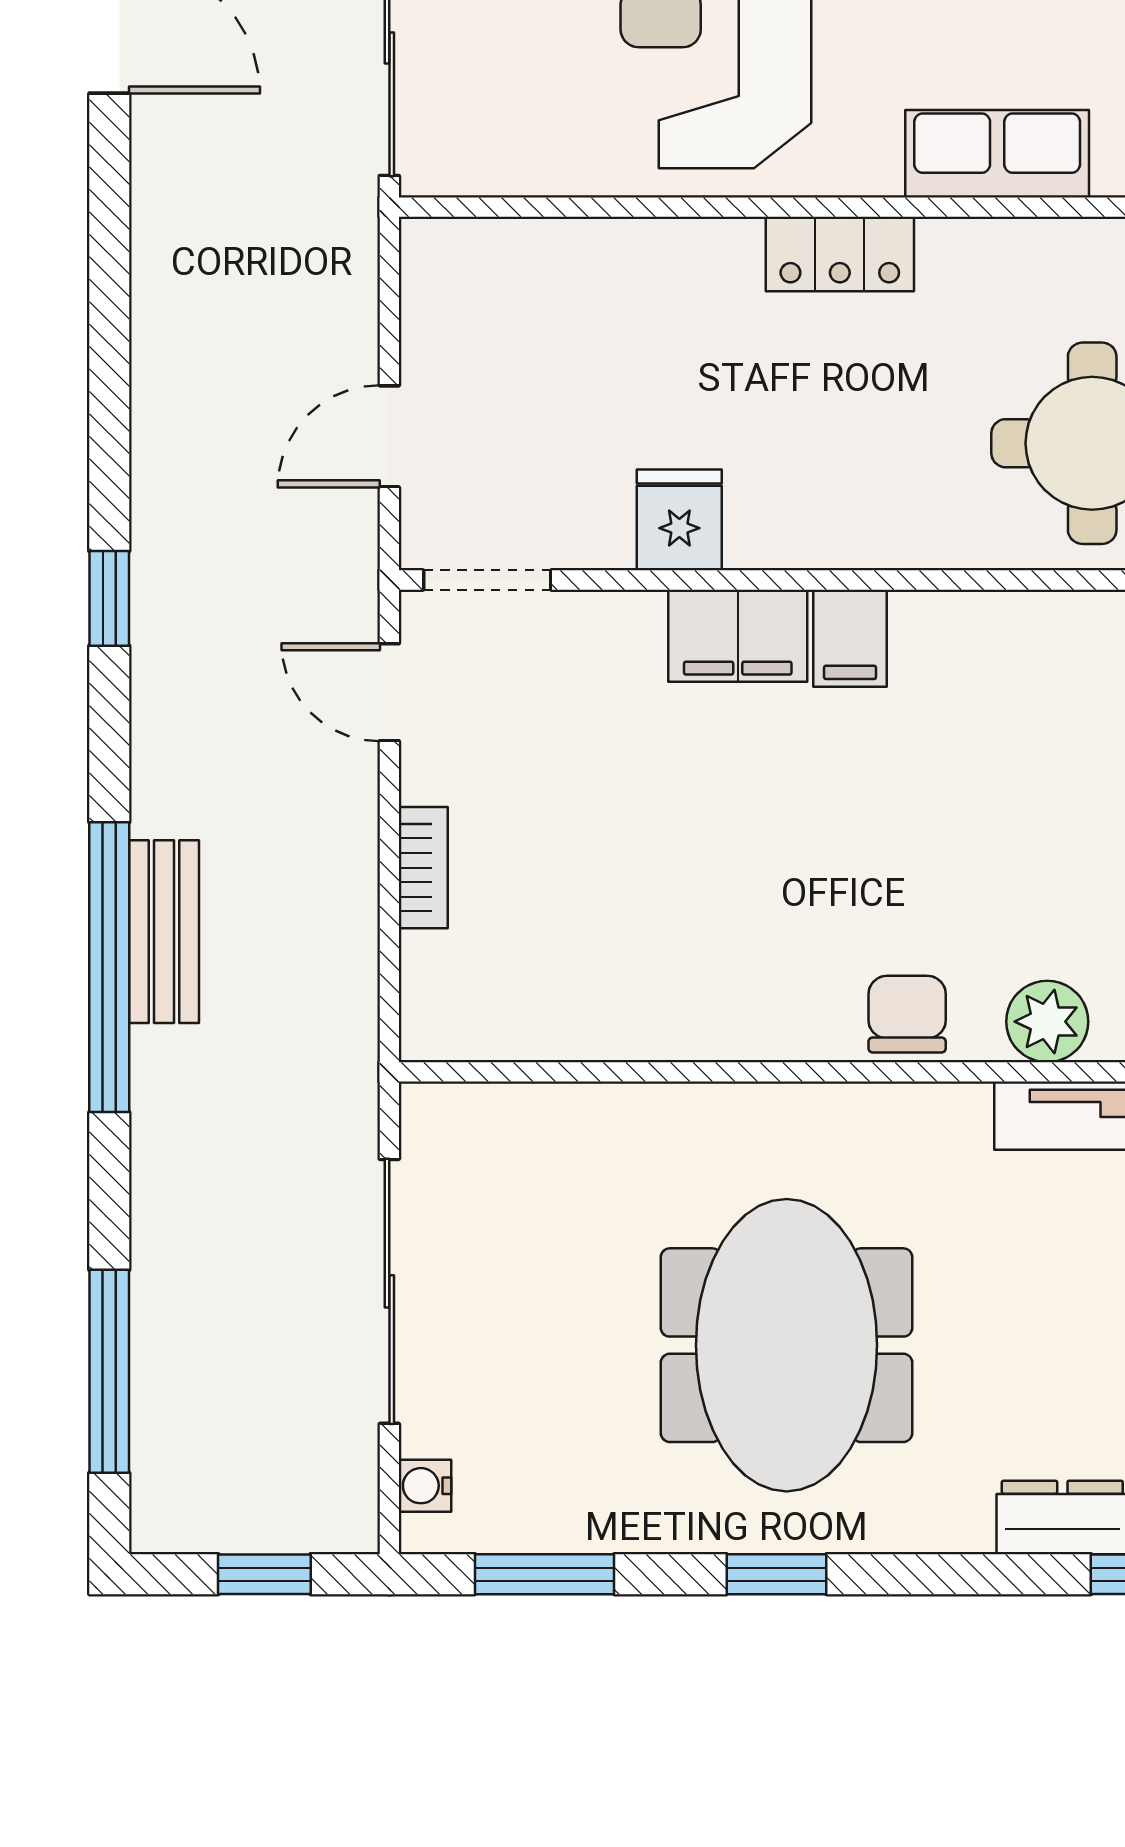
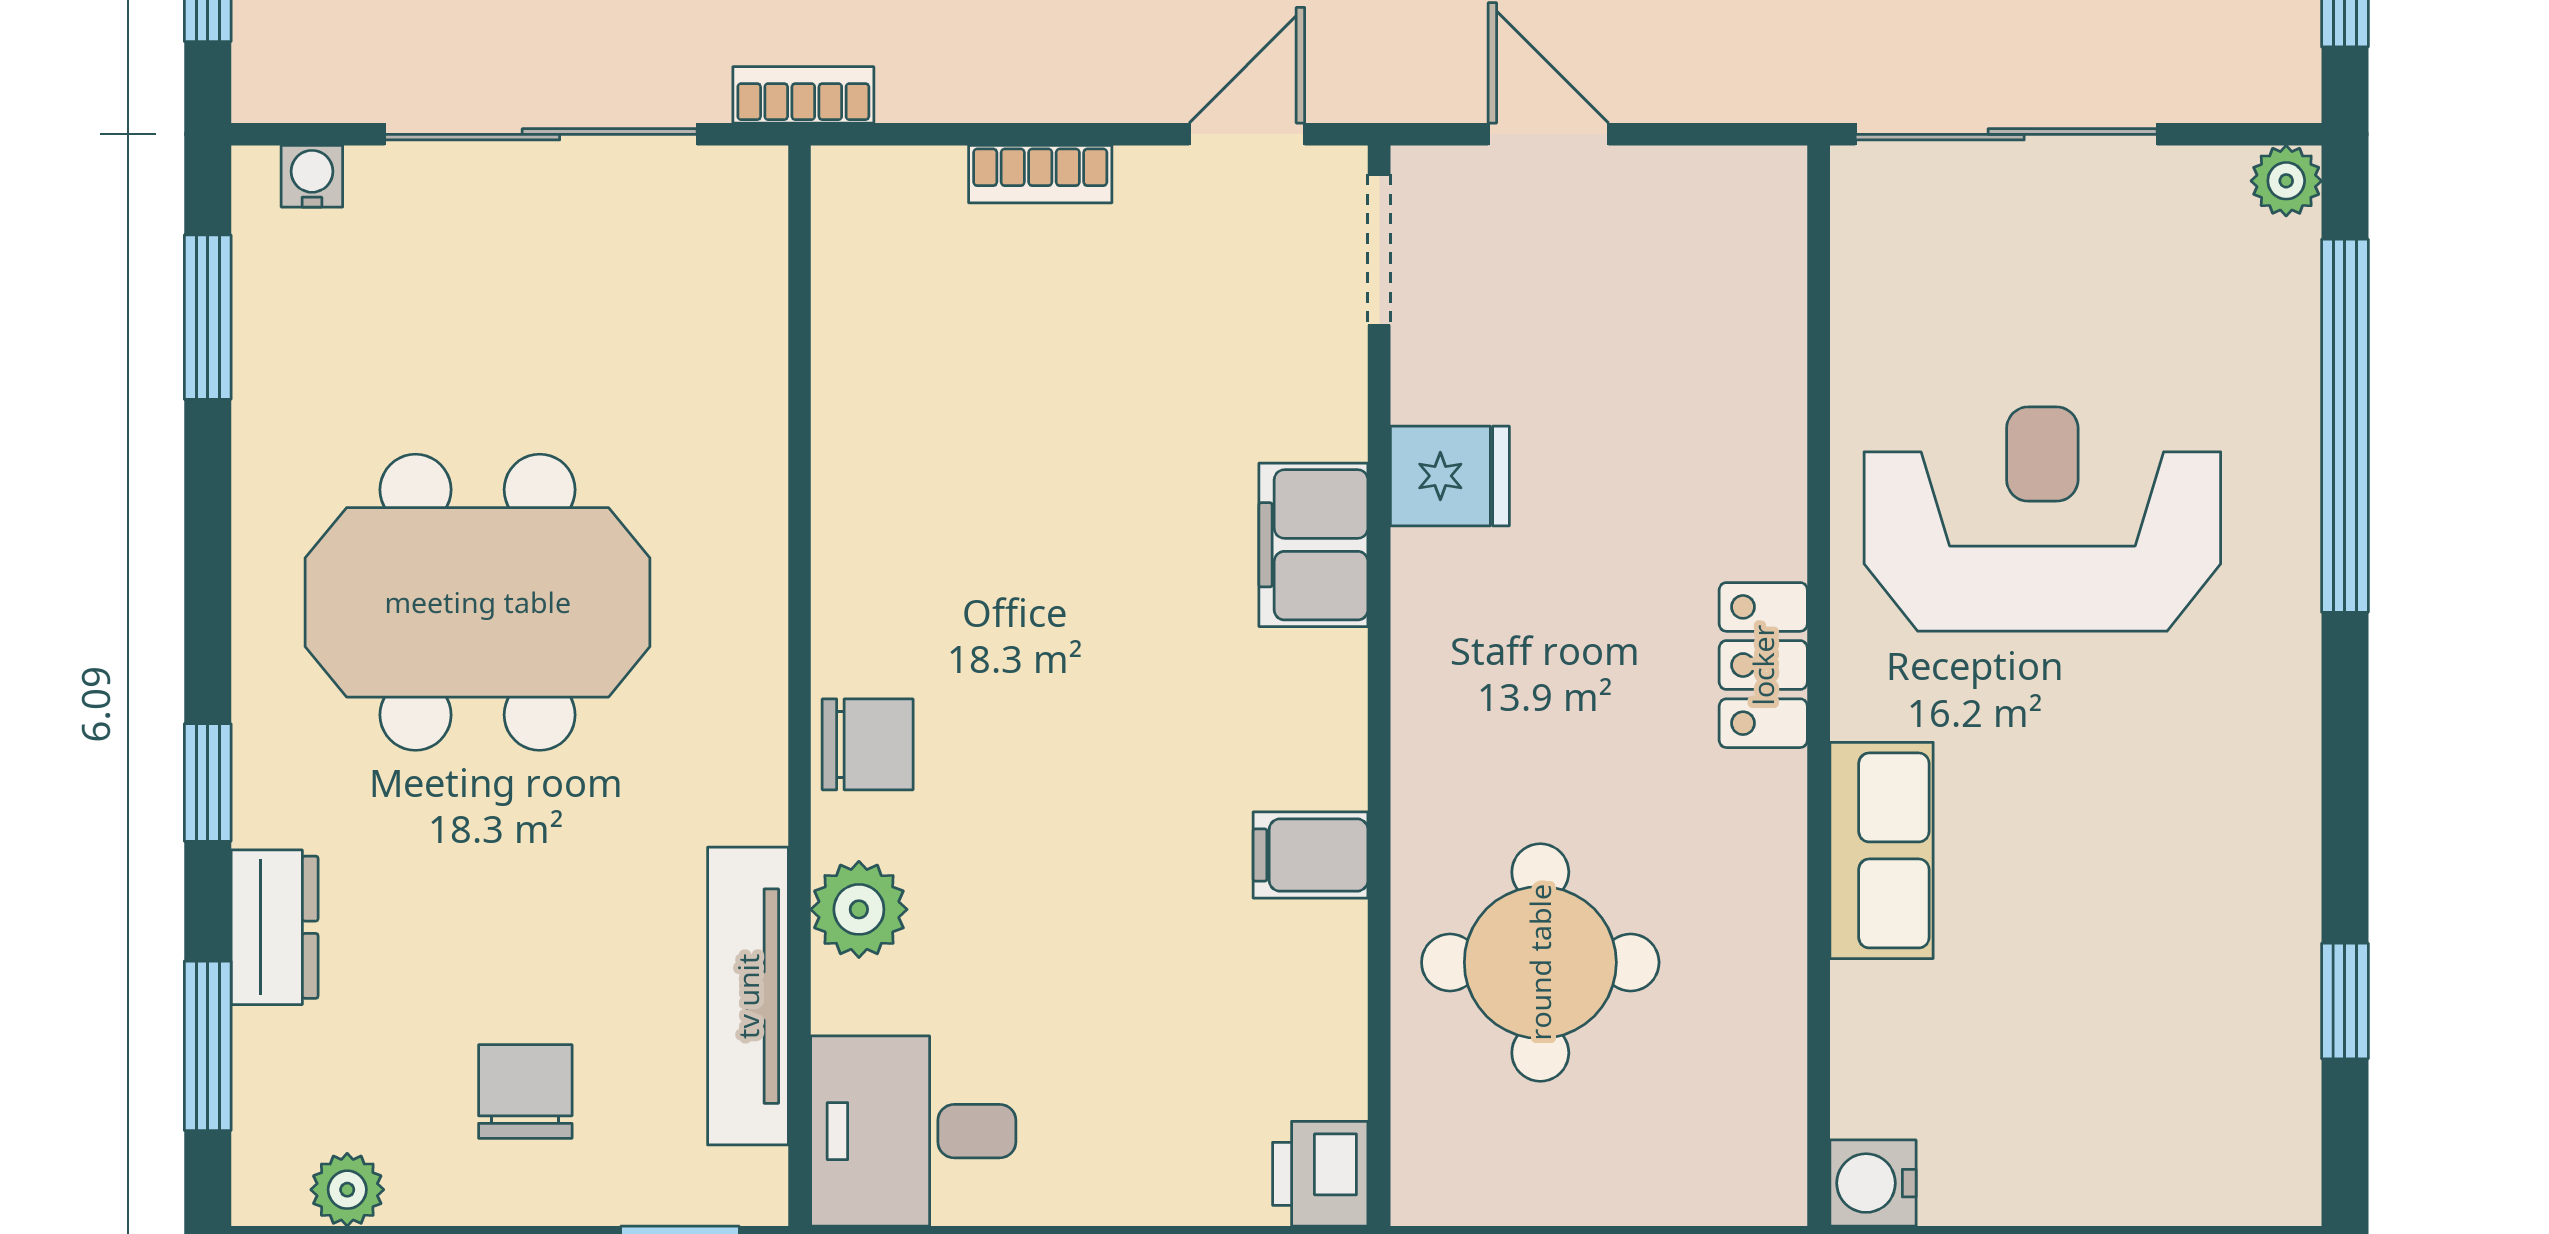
filing cabinet: (850, 638) -> (1311, 855), moved
bookcase: (356, 1069) -> (803, 95), added
window: (777, 1574) -> (208, 783), moved

